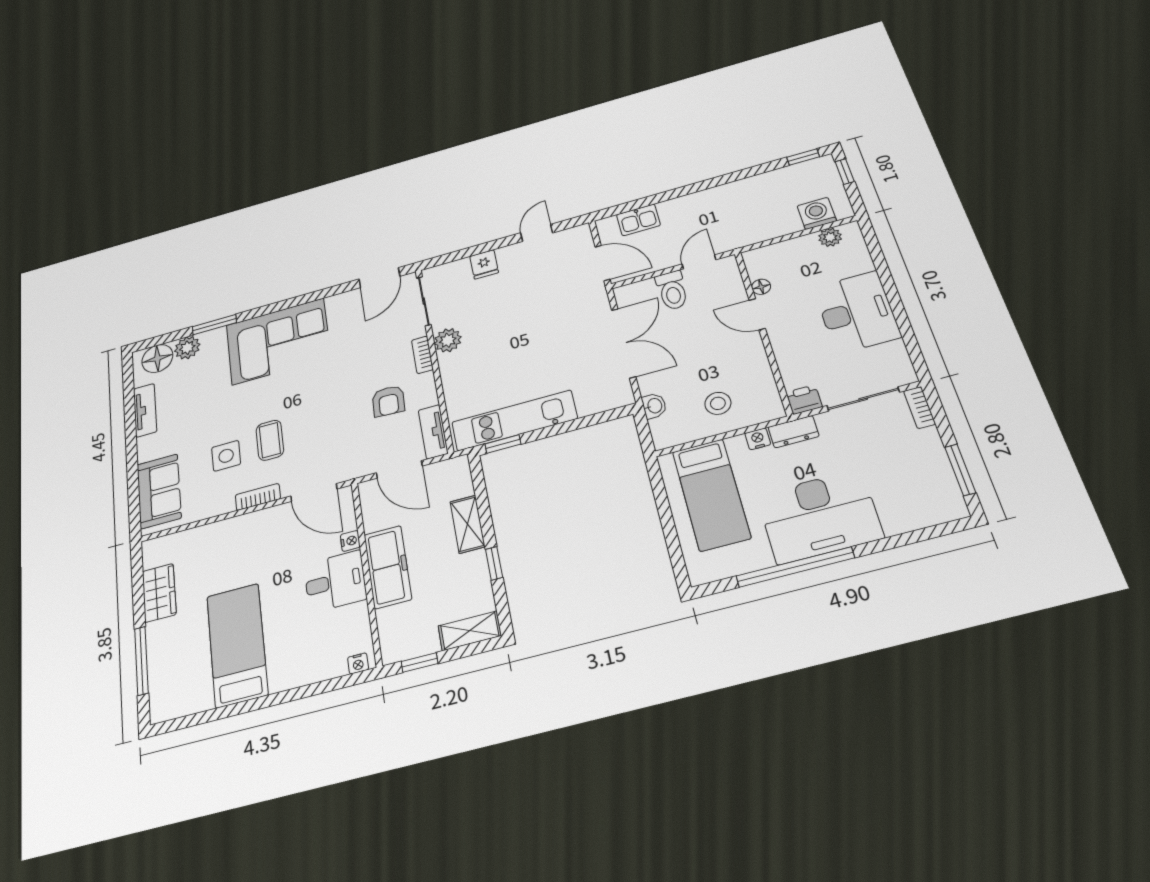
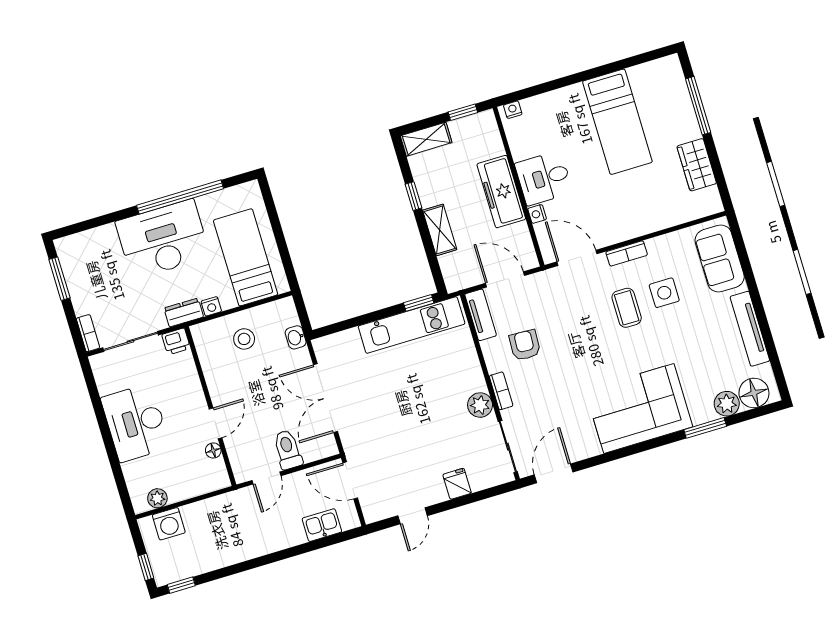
door: (757, 314) -> (216, 423), hinge flipped
tv unit: (145, 410) -> (750, 329), width x1.41

